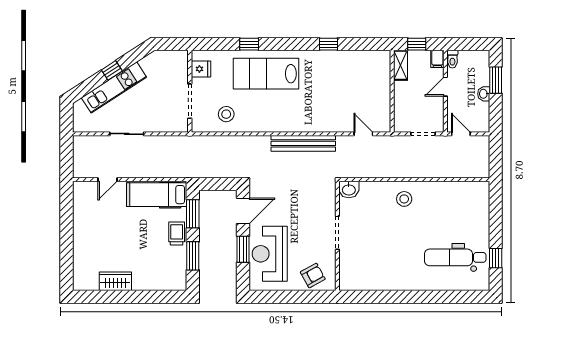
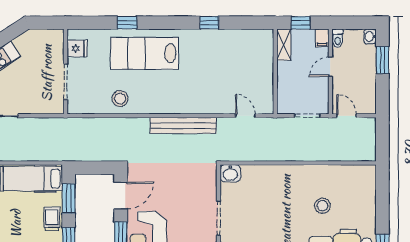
washbasin: (484, 94) -> (370, 37), moved
stool: (226, 114) -> (120, 99), moved
stool: (404, 199) -> (322, 206), moved

